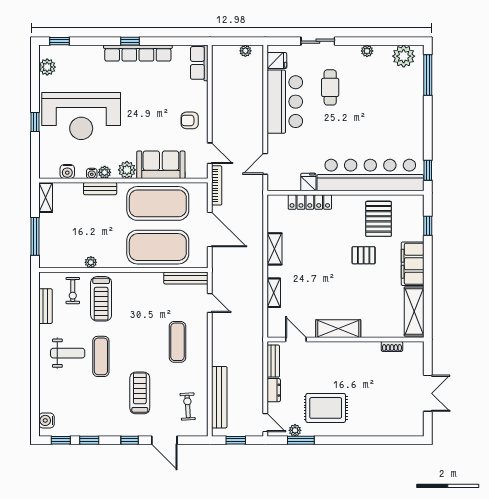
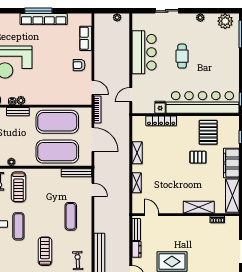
window: (130, 41) -> (38, 11), width x2.17
fridge: (277, 61) -> (139, 24), removed
row of seats: (199, 63) -> (86, 38), moved
cafe table: (330, 87) -> (182, 56), moved
sofa: (161, 165) -> (59, 95), removed
plant: (127, 170) -> (36, 99), removed
shelving: (338, 329) -> (199, 207), moved

